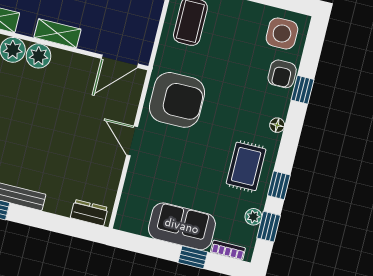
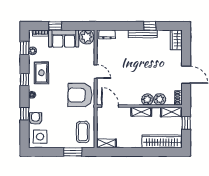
door: (120, 61) -> (110, 106), hinge flipped
window: (279, 185) -> (25, 80), moved
plant: (133, 218) -> (87, 37), added

